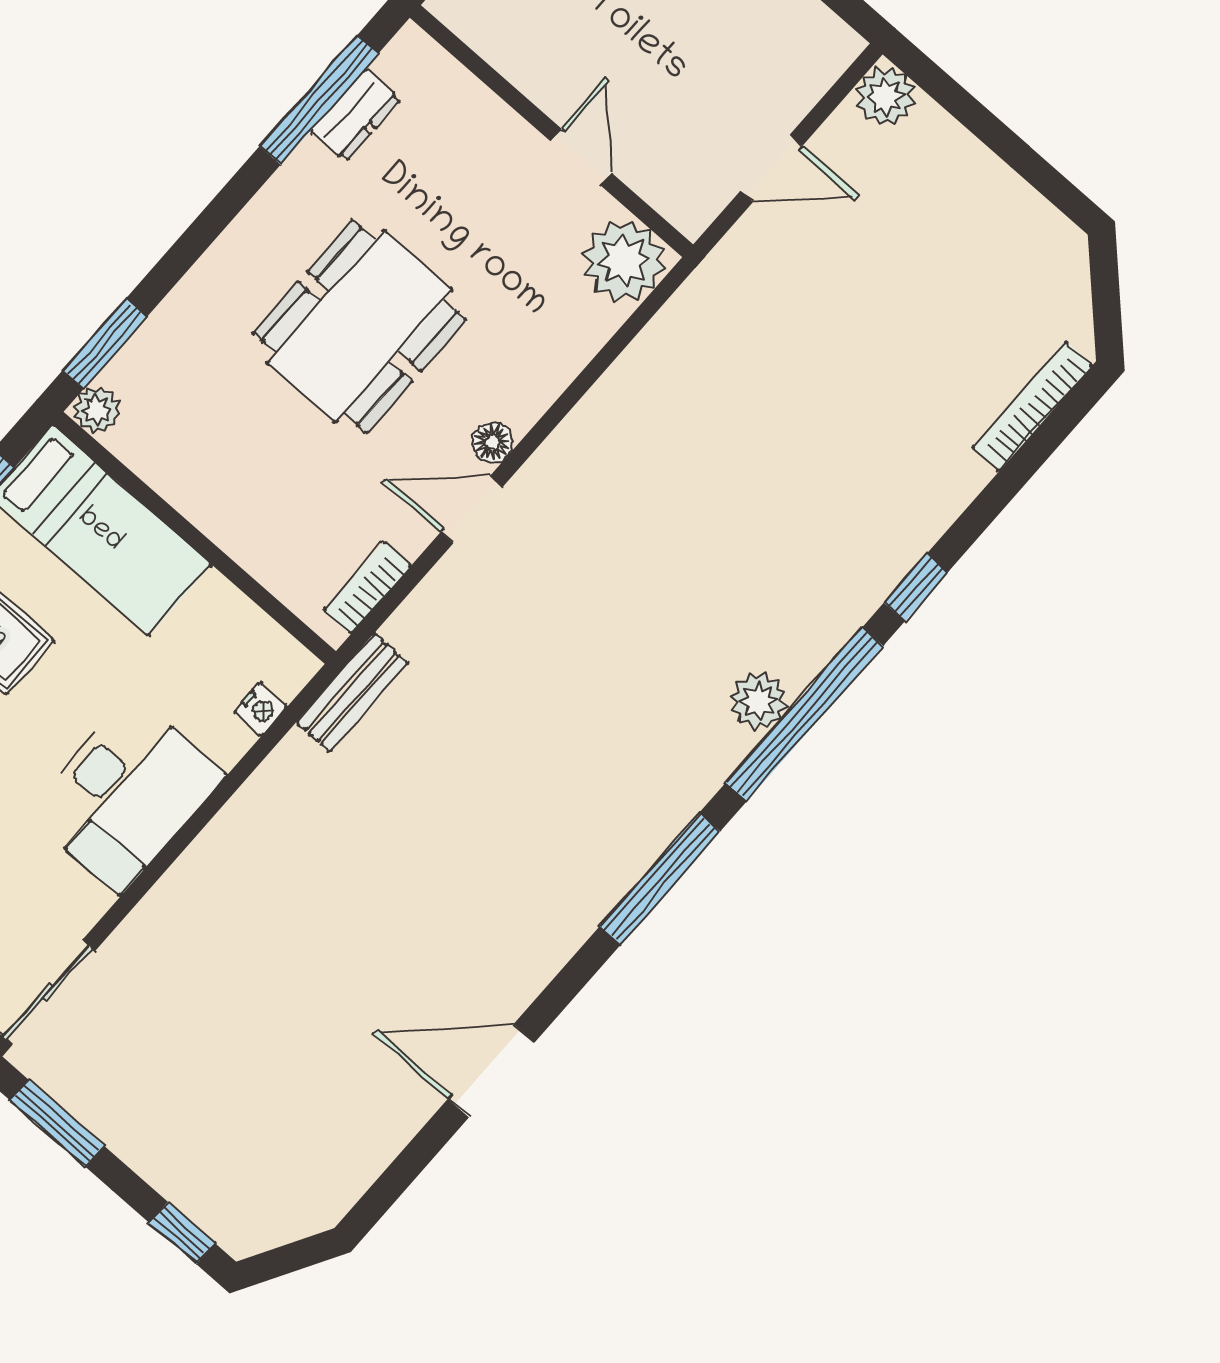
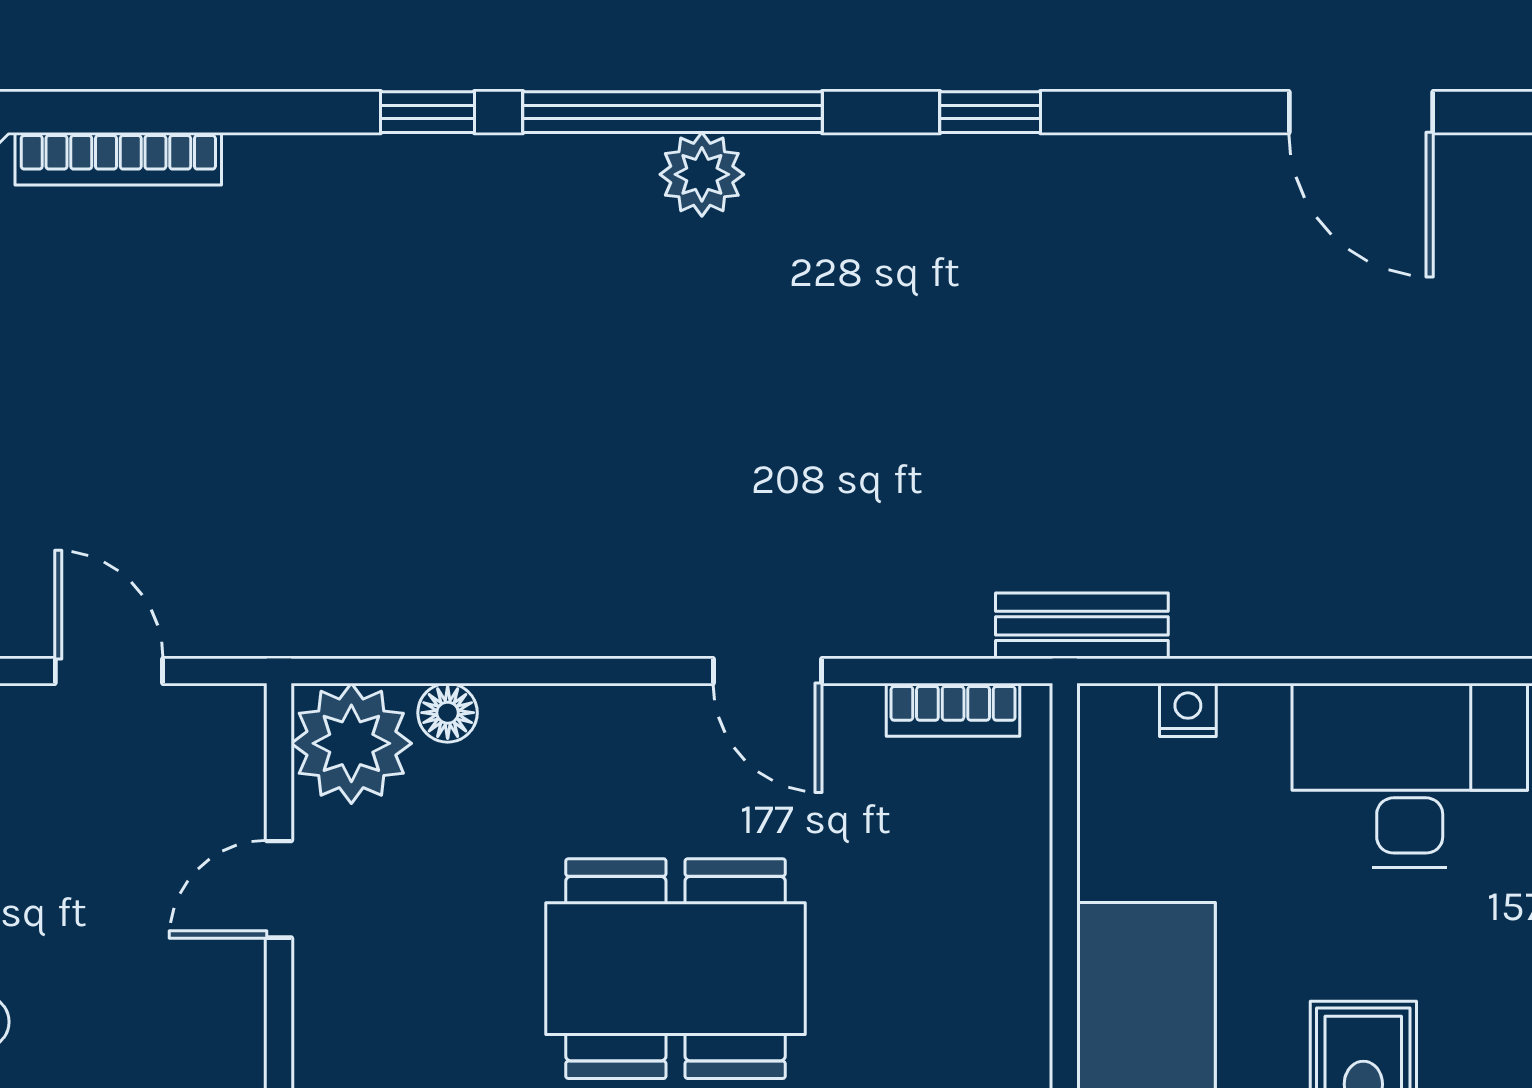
floor lamp: (492, 442) -> (448, 713), moved
window: (660, 879) -> (990, 112), width x0.46

